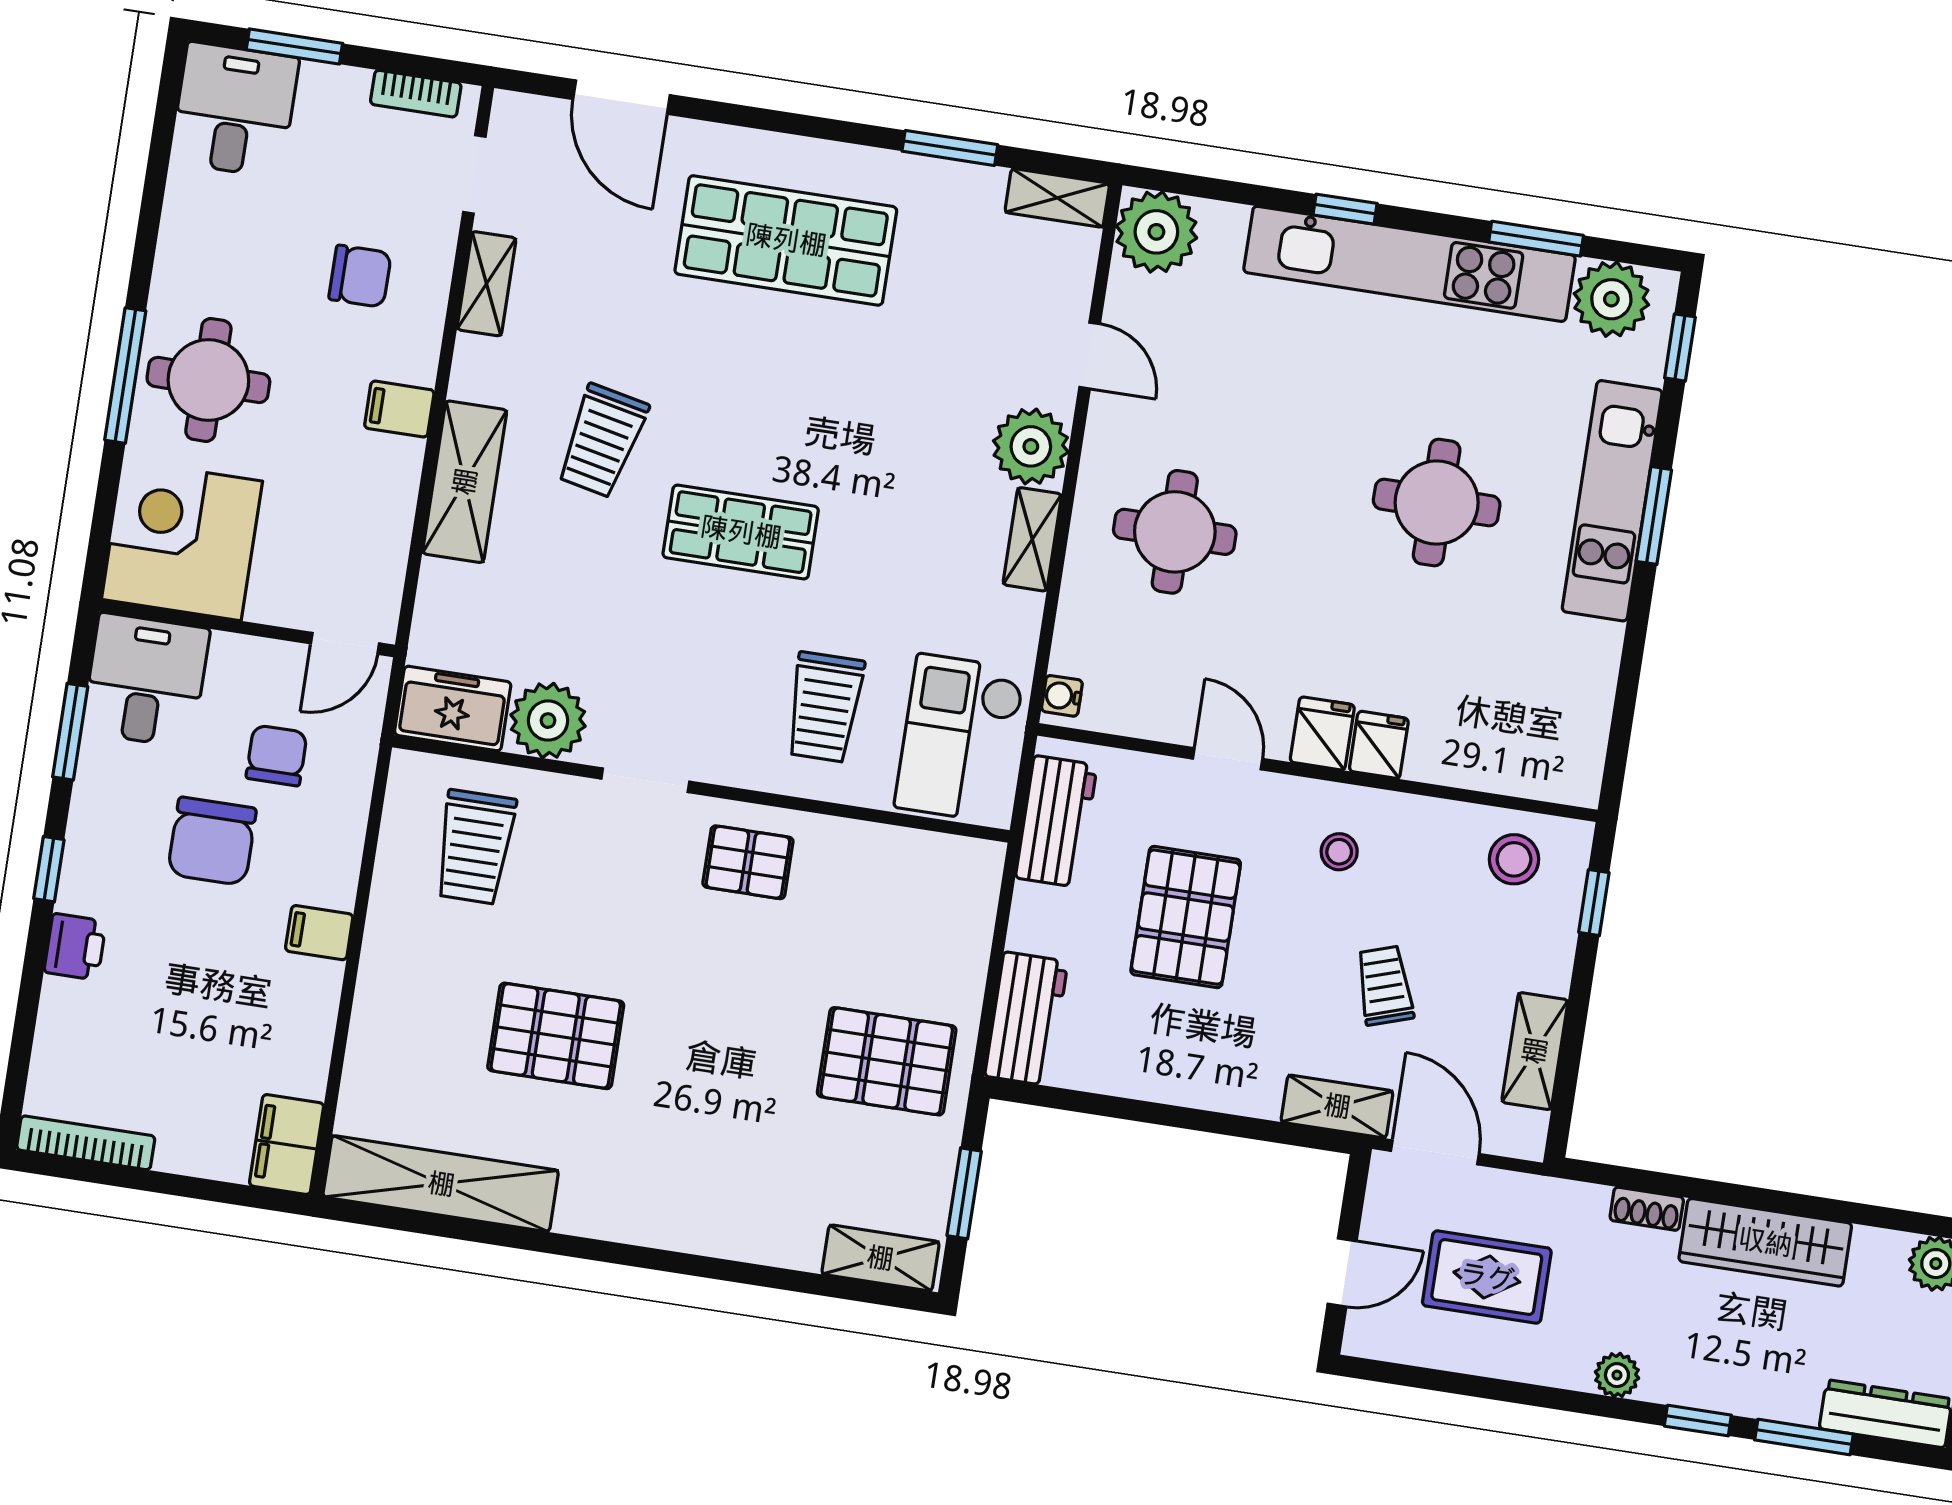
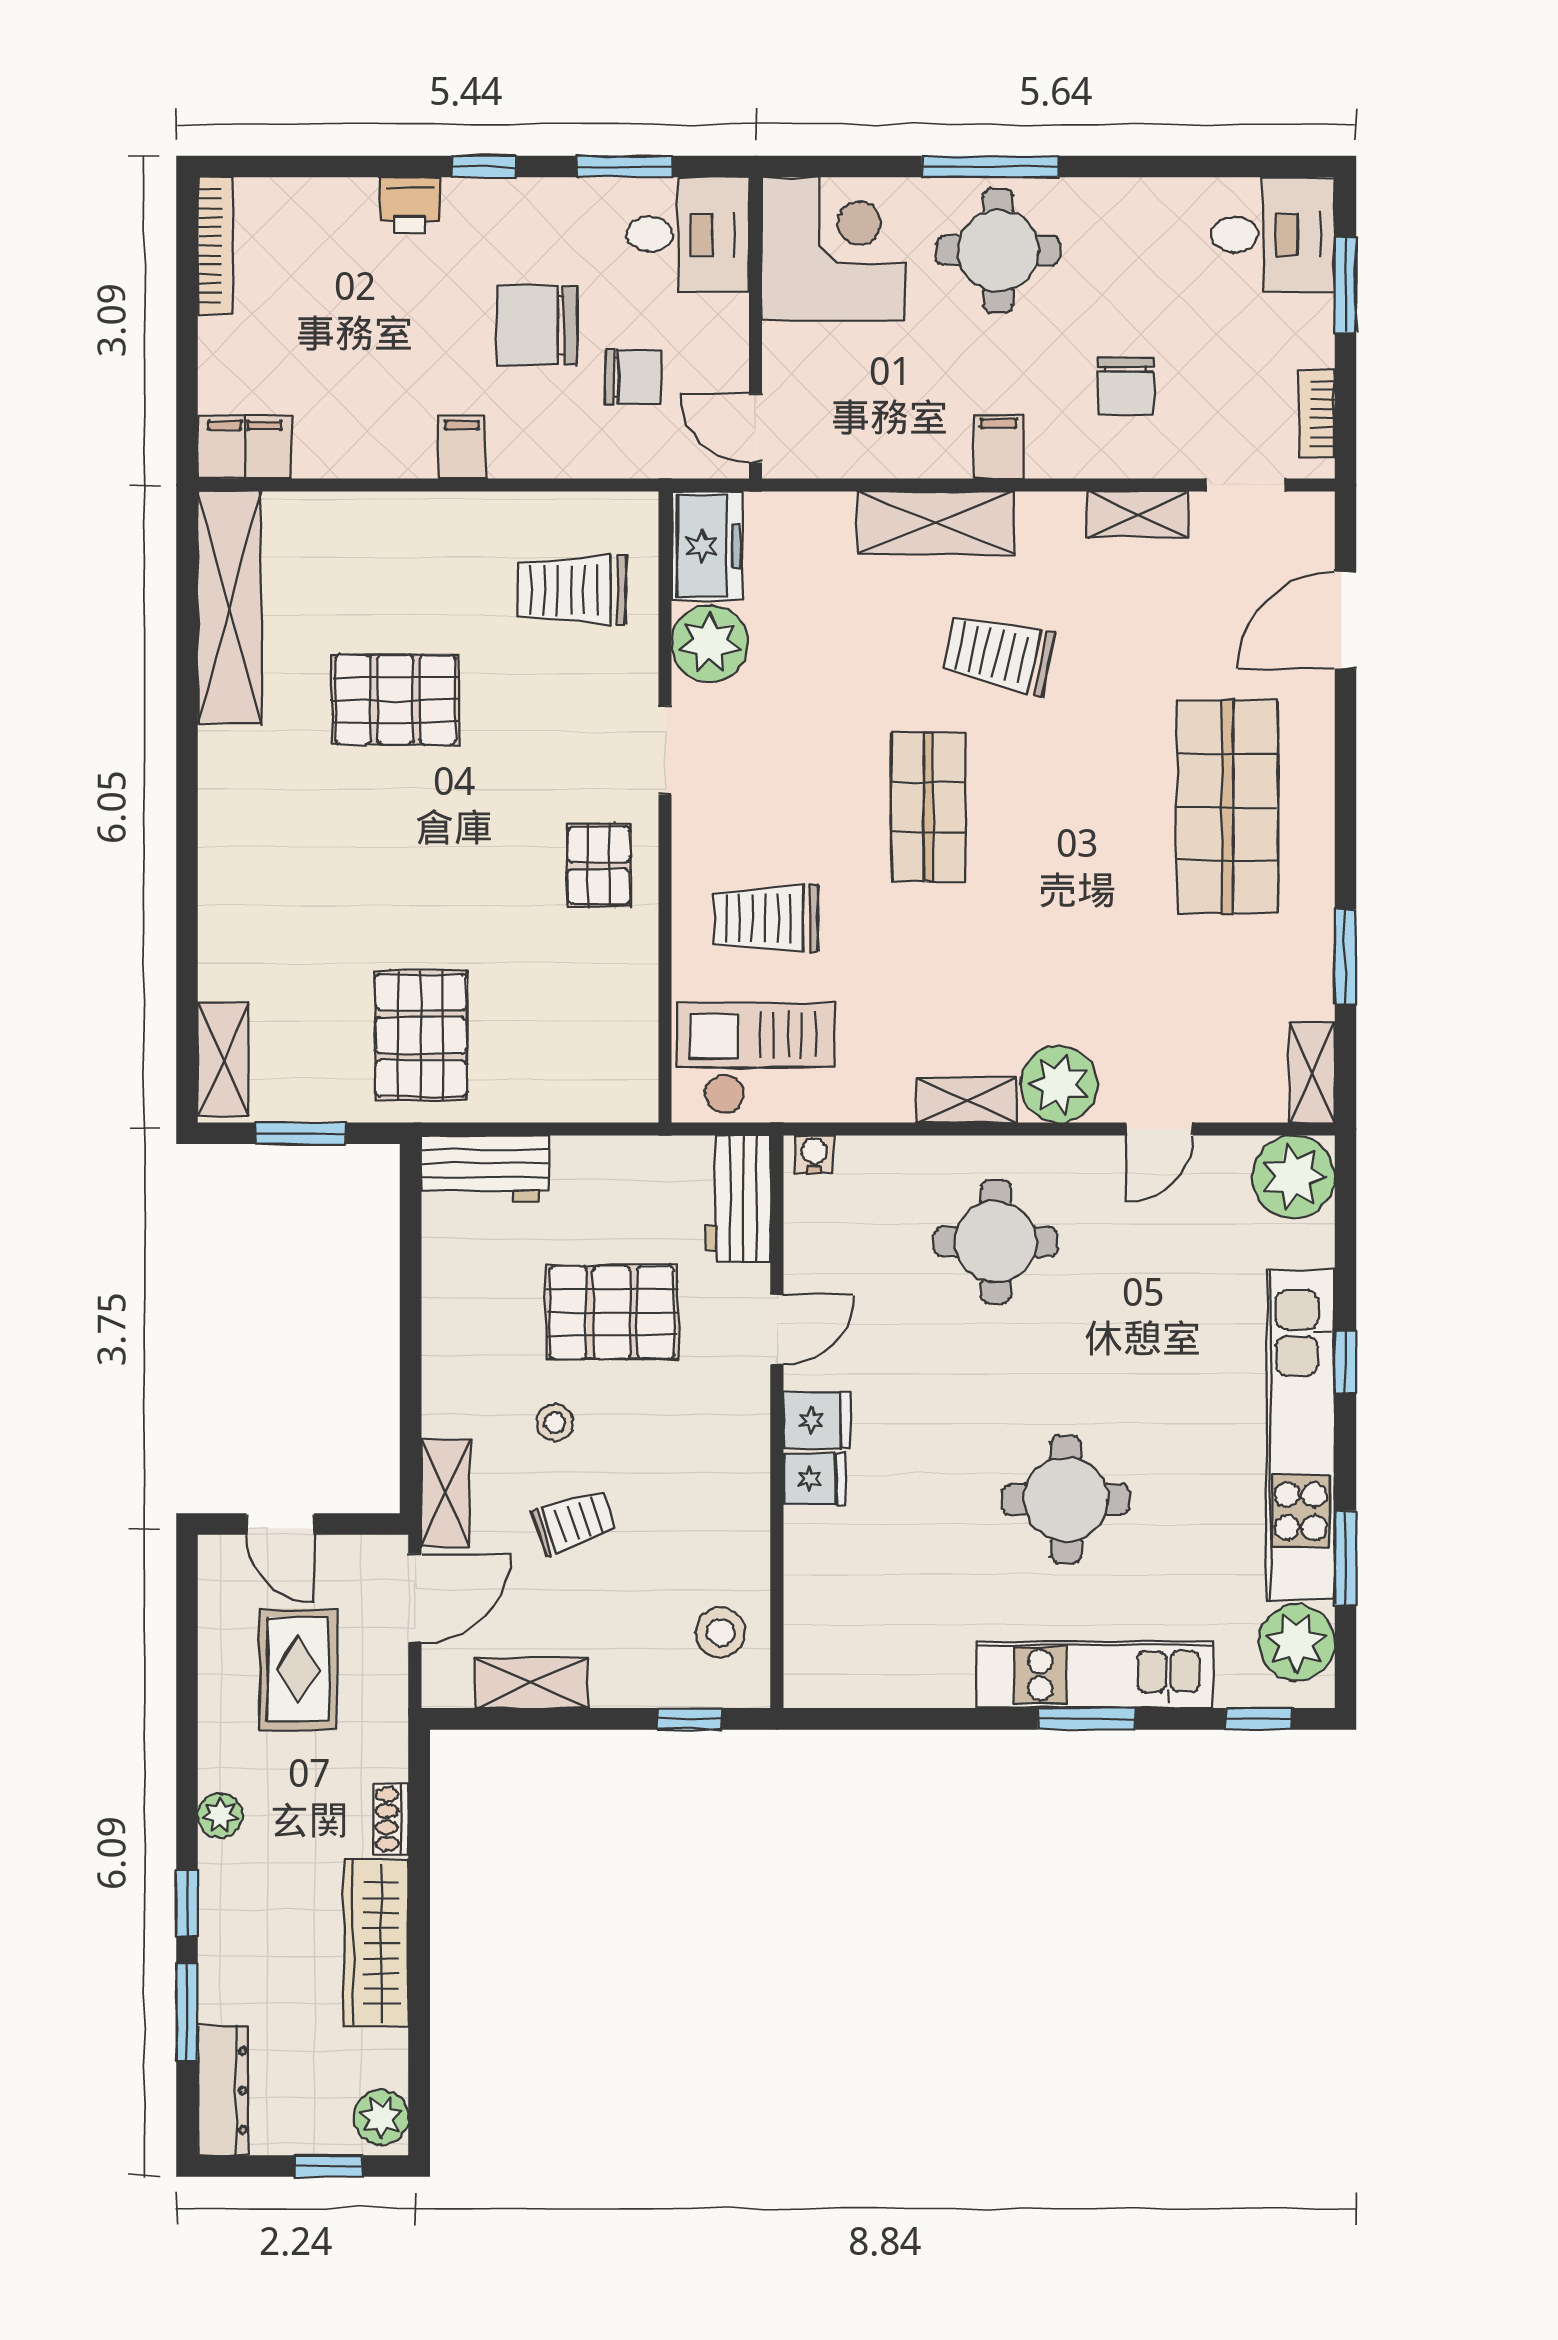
workbench: (1056, 821) -> (738, 1198), moved, turned 90
stool: (1339, 852) -> (555, 1423), moved
pallet: (556, 1036) -> (395, 700), turned 90

